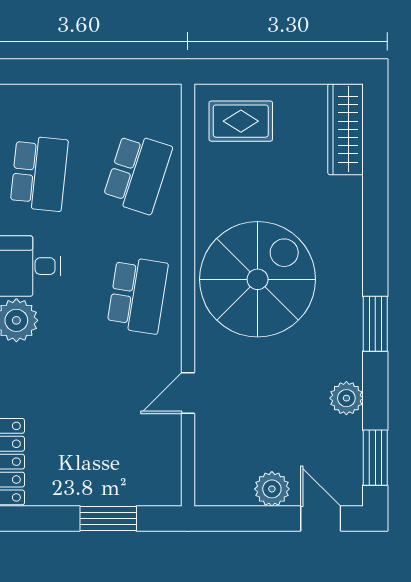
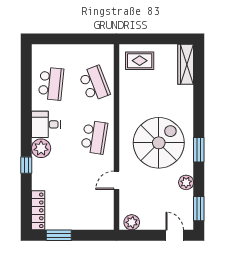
school desk: (138, 173) -> (94, 84), turned -39
spiral stairs: (258, 279) -> (159, 143), moved
plant: (272, 489) -> (132, 222), moved
window: (108, 518) -> (59, 235), moved

